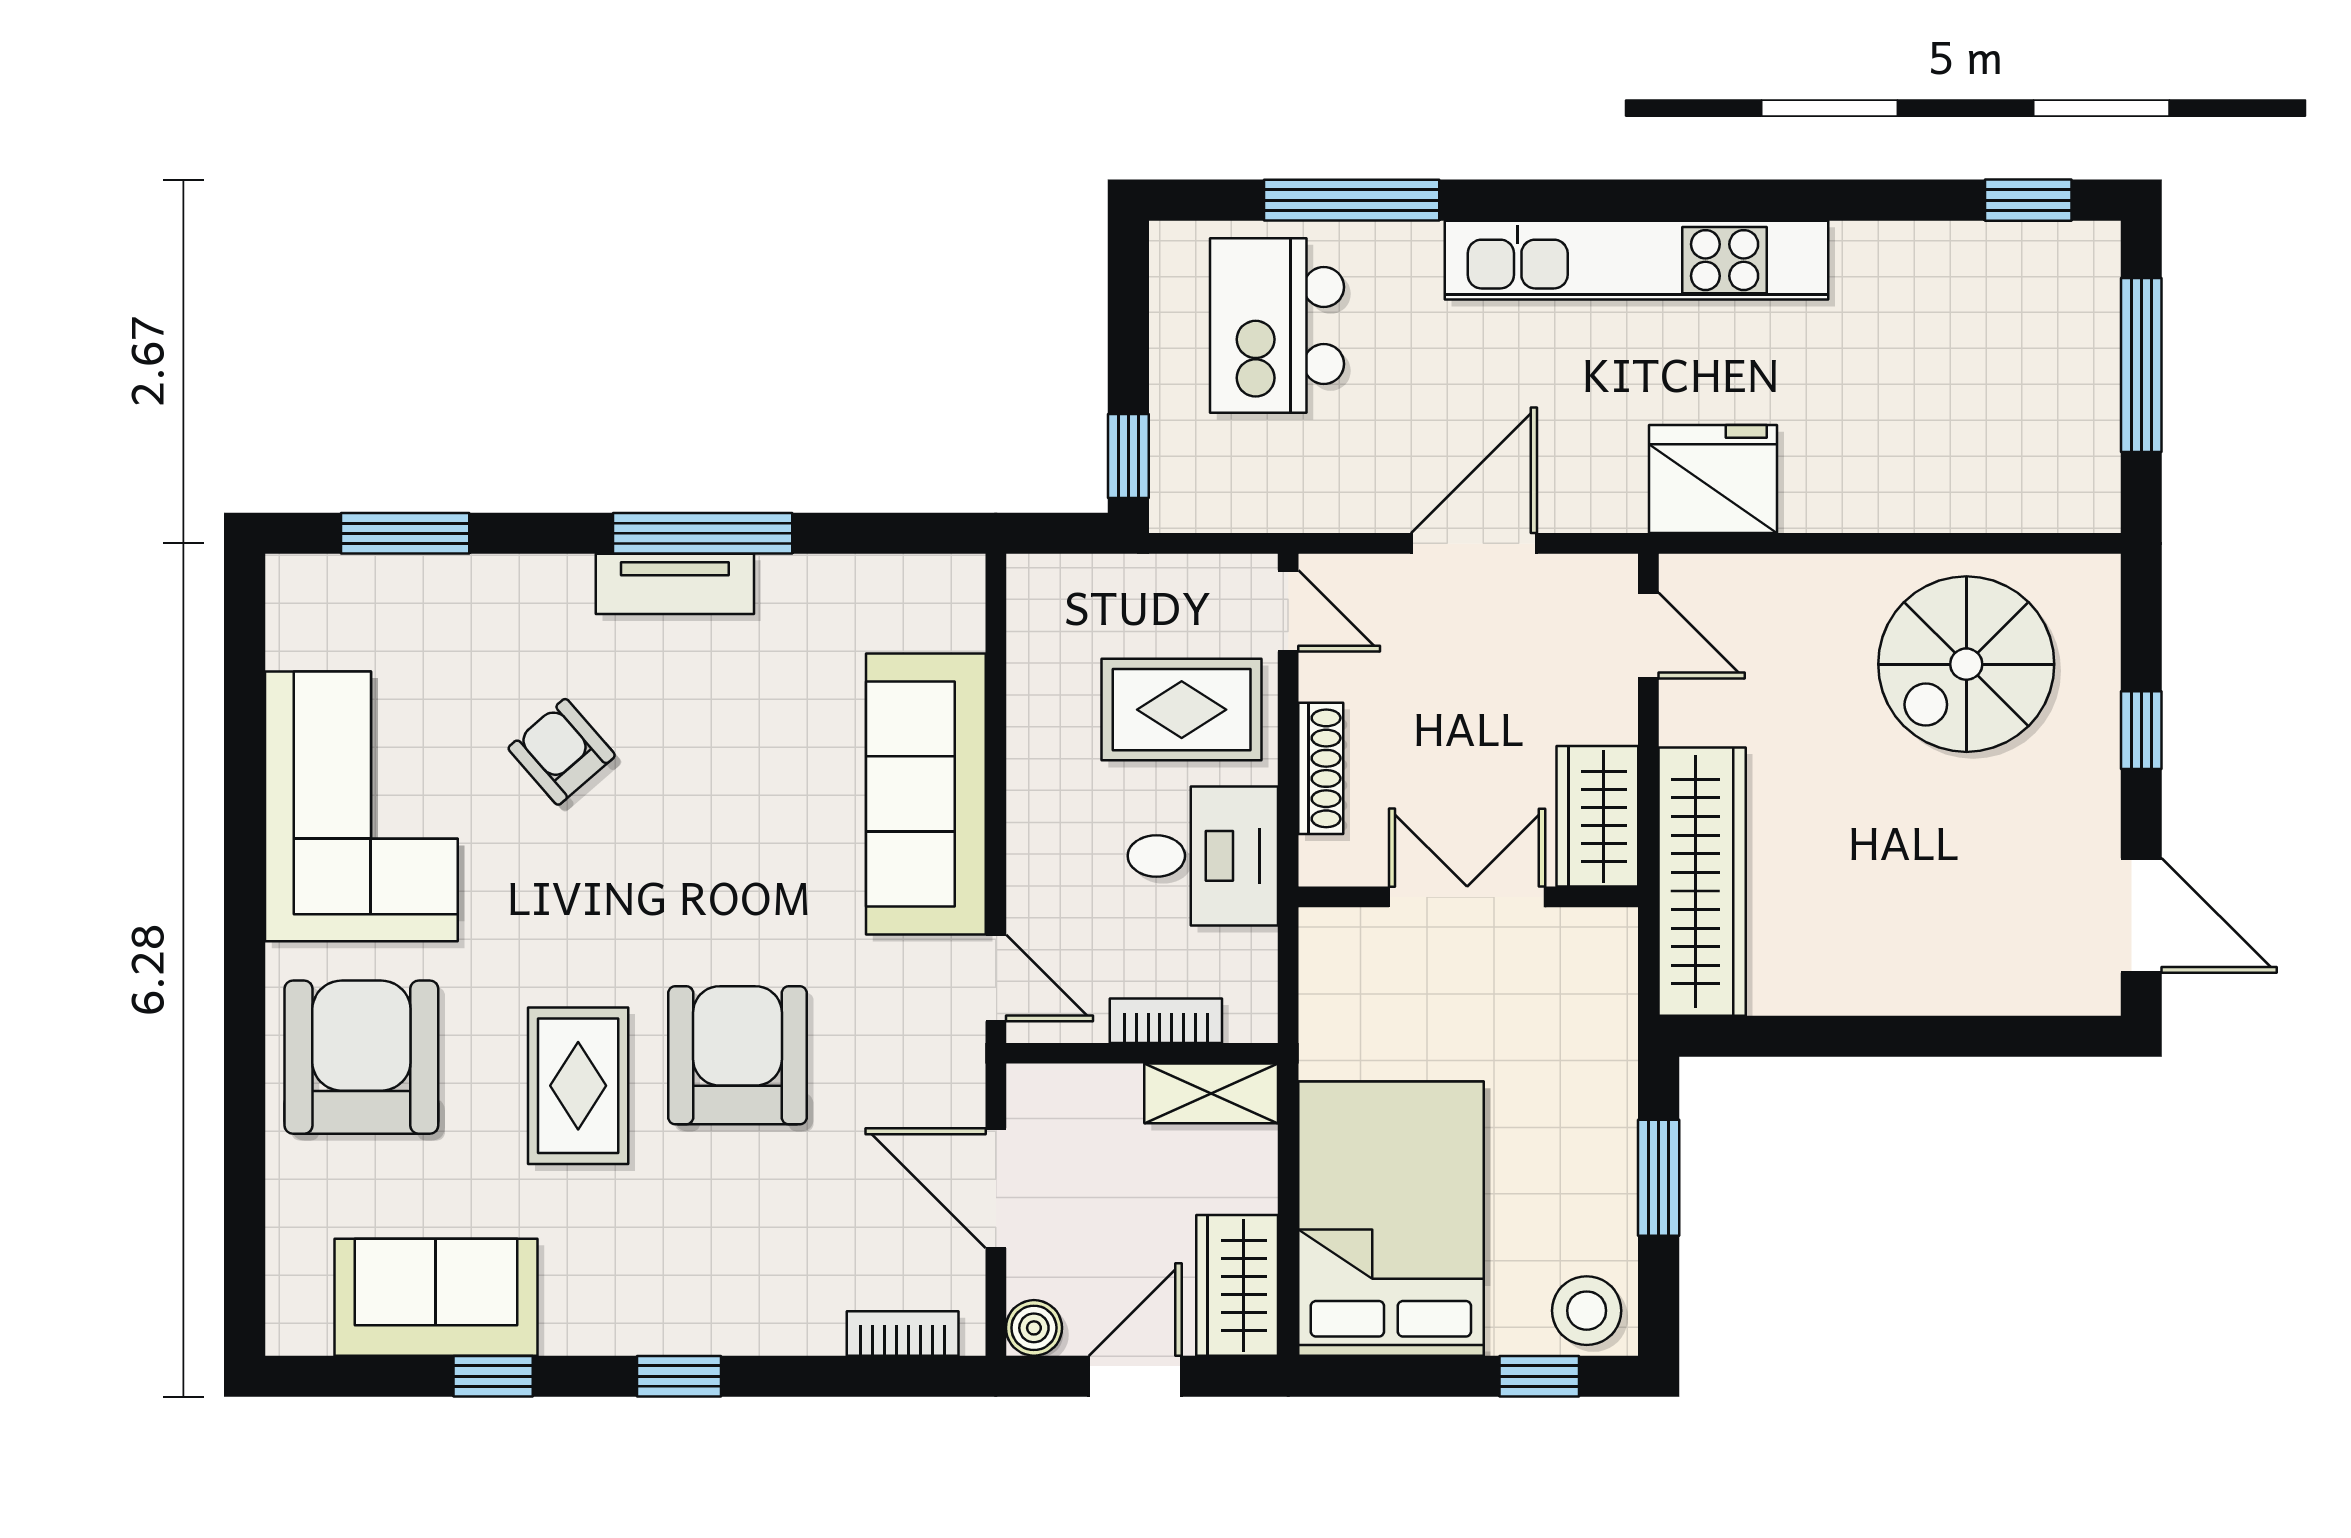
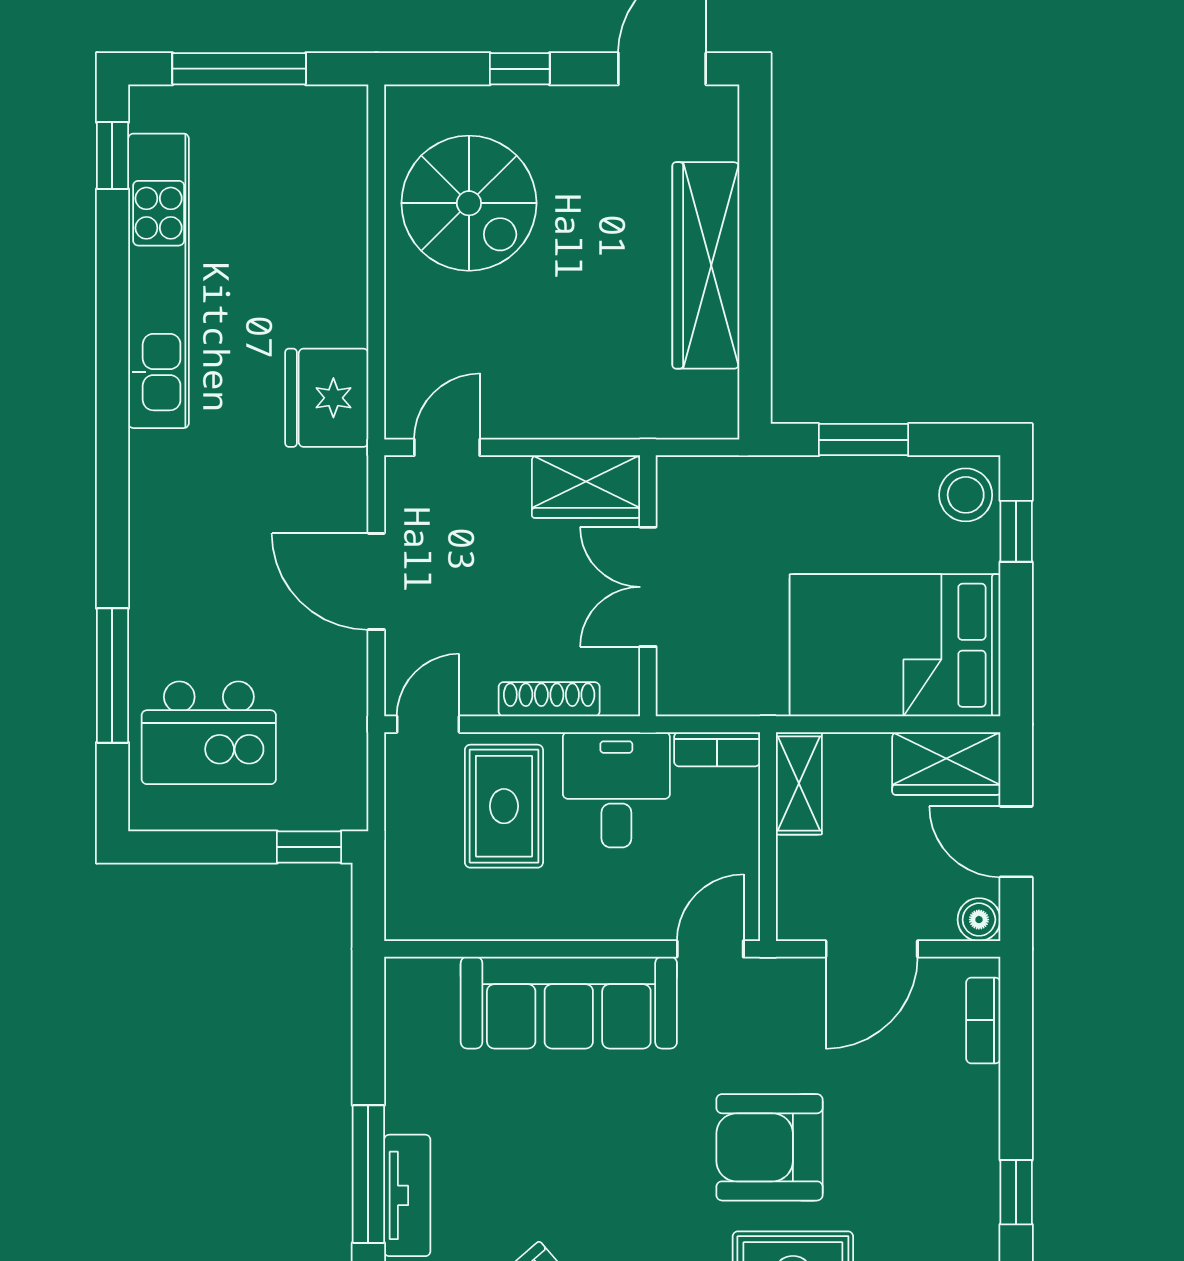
kitchen unit: (1636, 260) -> (159, 281), moved
wardrobe: (1702, 882) -> (706, 265), moved, turned -90
bookcase: (1166, 1021) -> (717, 749), moved, turned -90

